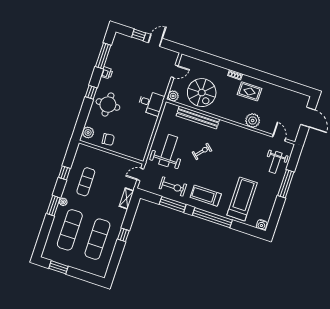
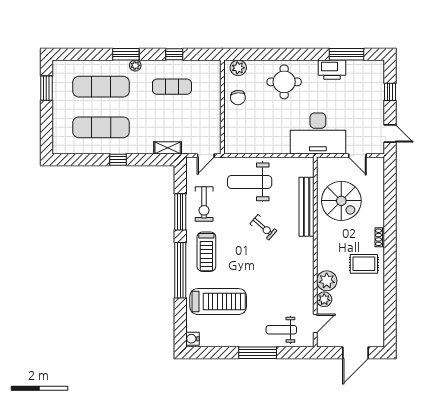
door: (155, 40) -> (390, 134), moved
printer: (107, 73) -> (332, 70), width x1.87, depth x1.48
rug: (249, 91) -> (364, 264), turned 90
window: (91, 92) -> (293, 54), removed
spiral stairs: (202, 93) -> (341, 201), turned -90
plant: (173, 96) -> (324, 299), moved
desk: (151, 103) -> (318, 133), width x1.87, depth x1.30
weight bench: (168, 151) -> (250, 182), turned 180
door: (140, 174) -> (206, 156), swing flipped
treadmill: (206, 196) -> (206, 252), turned 180

